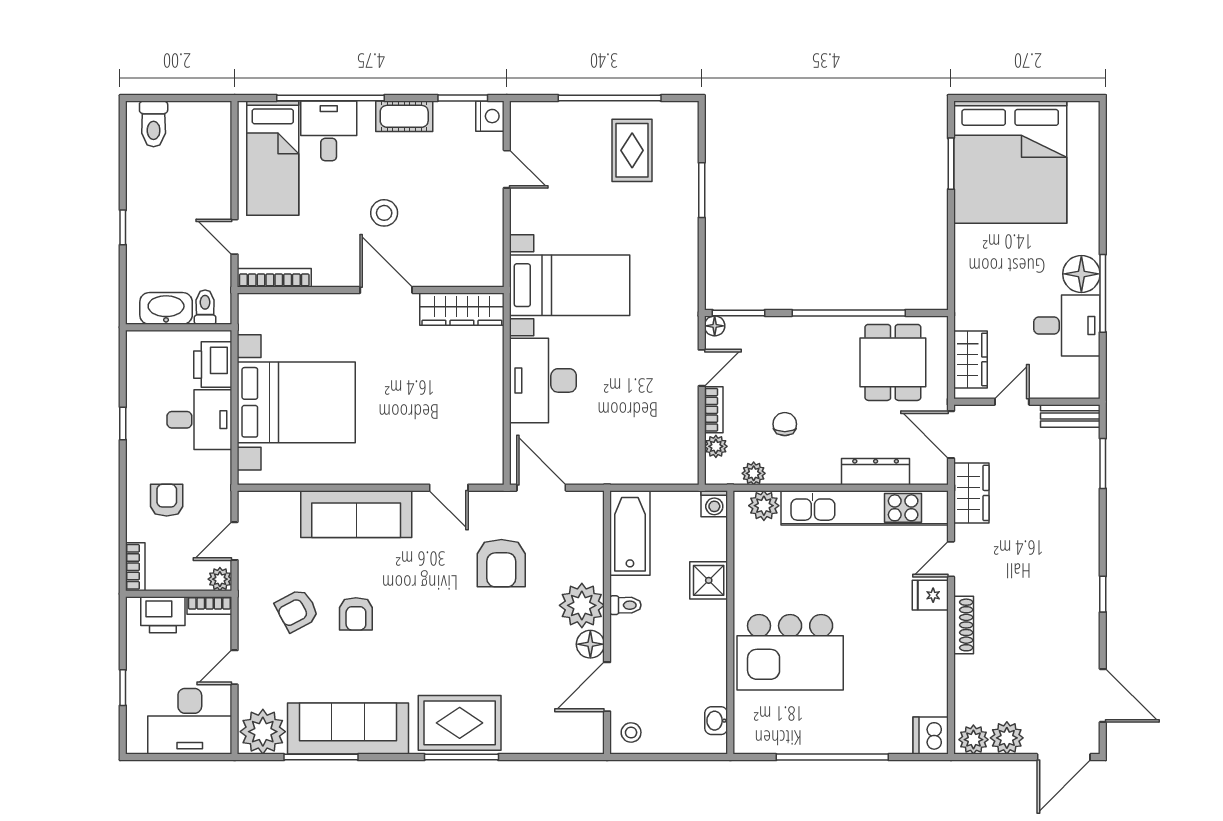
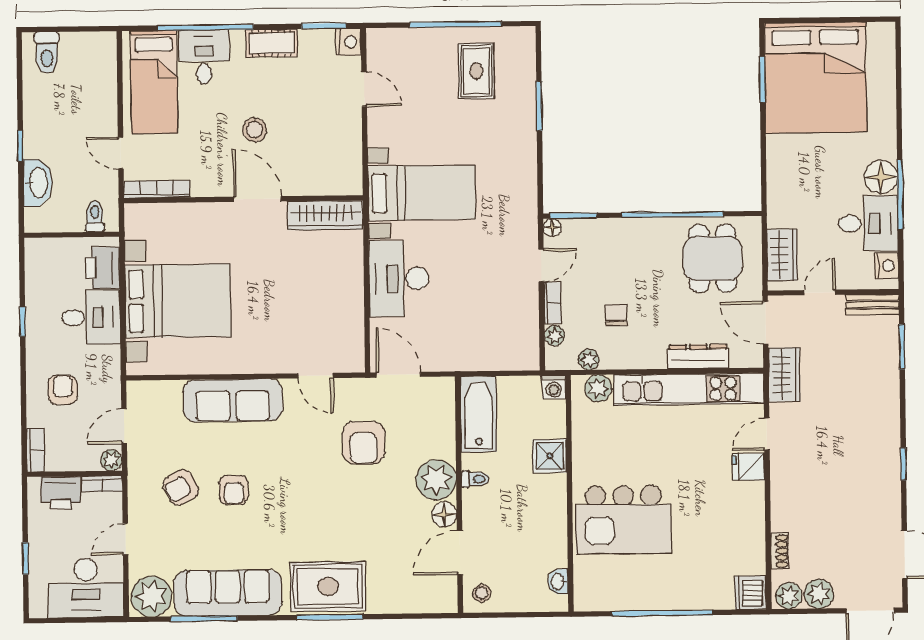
washbasin: (166, 308) -> (38, 183), moved, turned 90
nightstand: (1087, 373) -> (887, 266), added
shoe rack: (964, 625) -> (780, 551), moved, width x0.70

